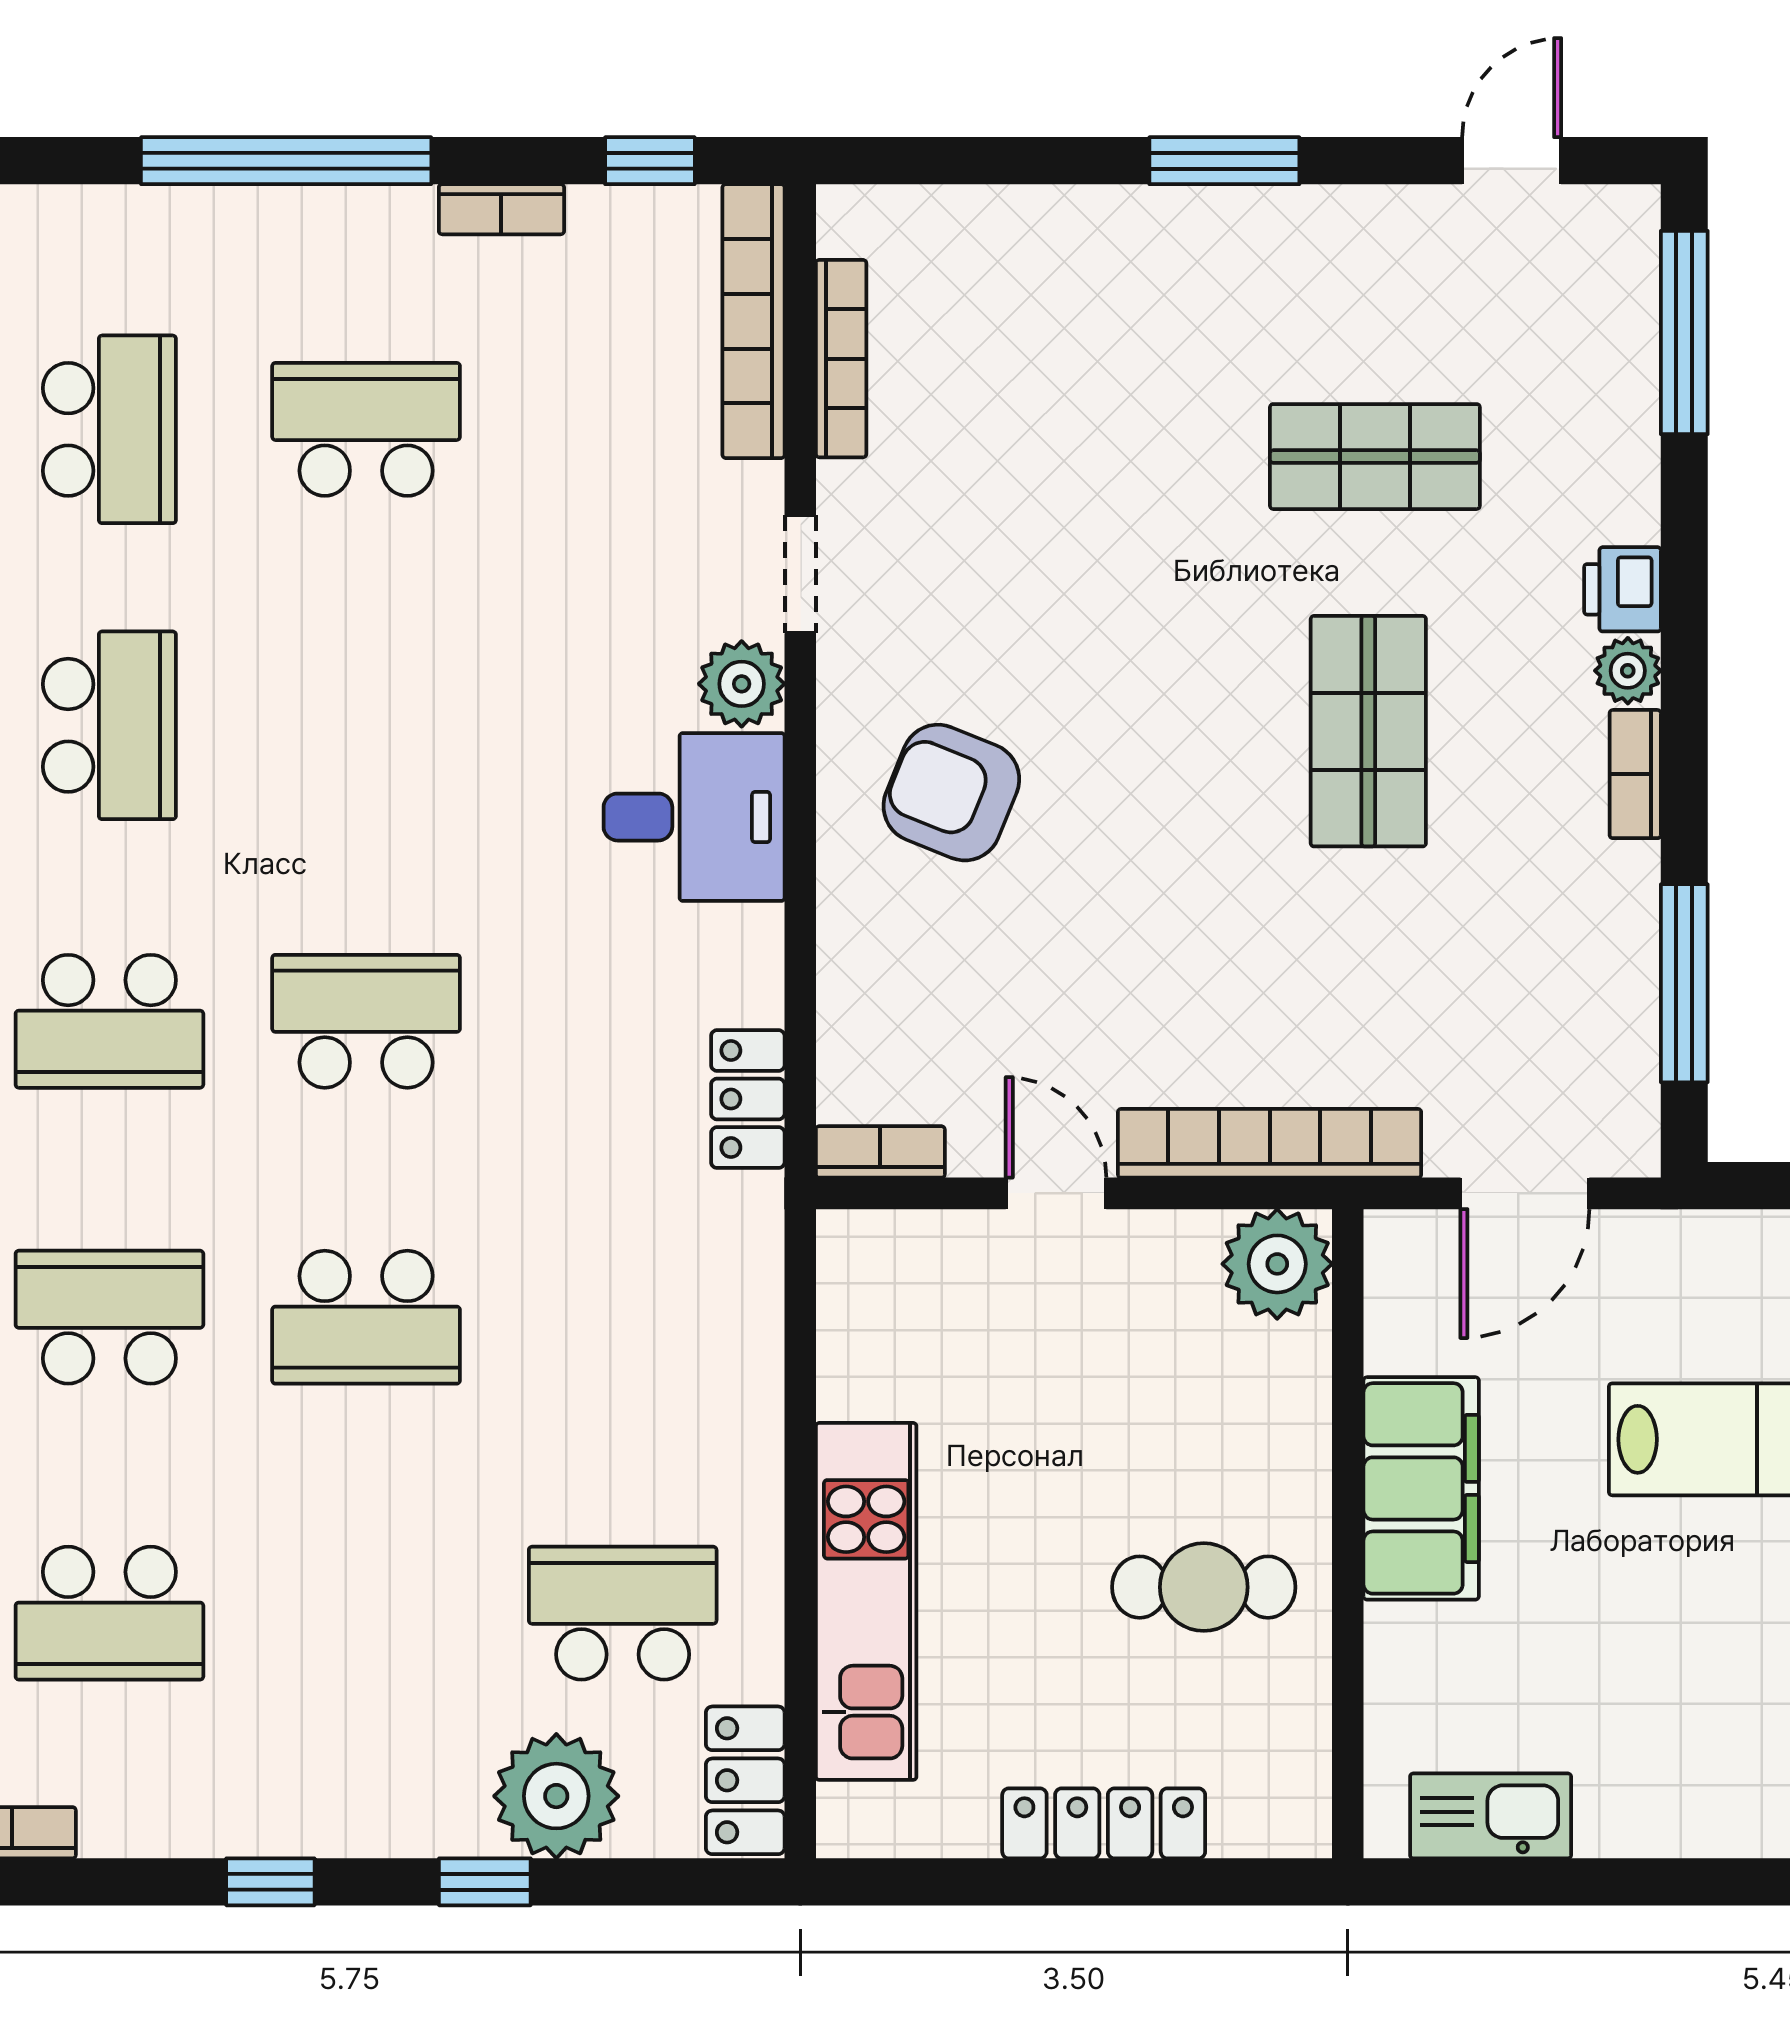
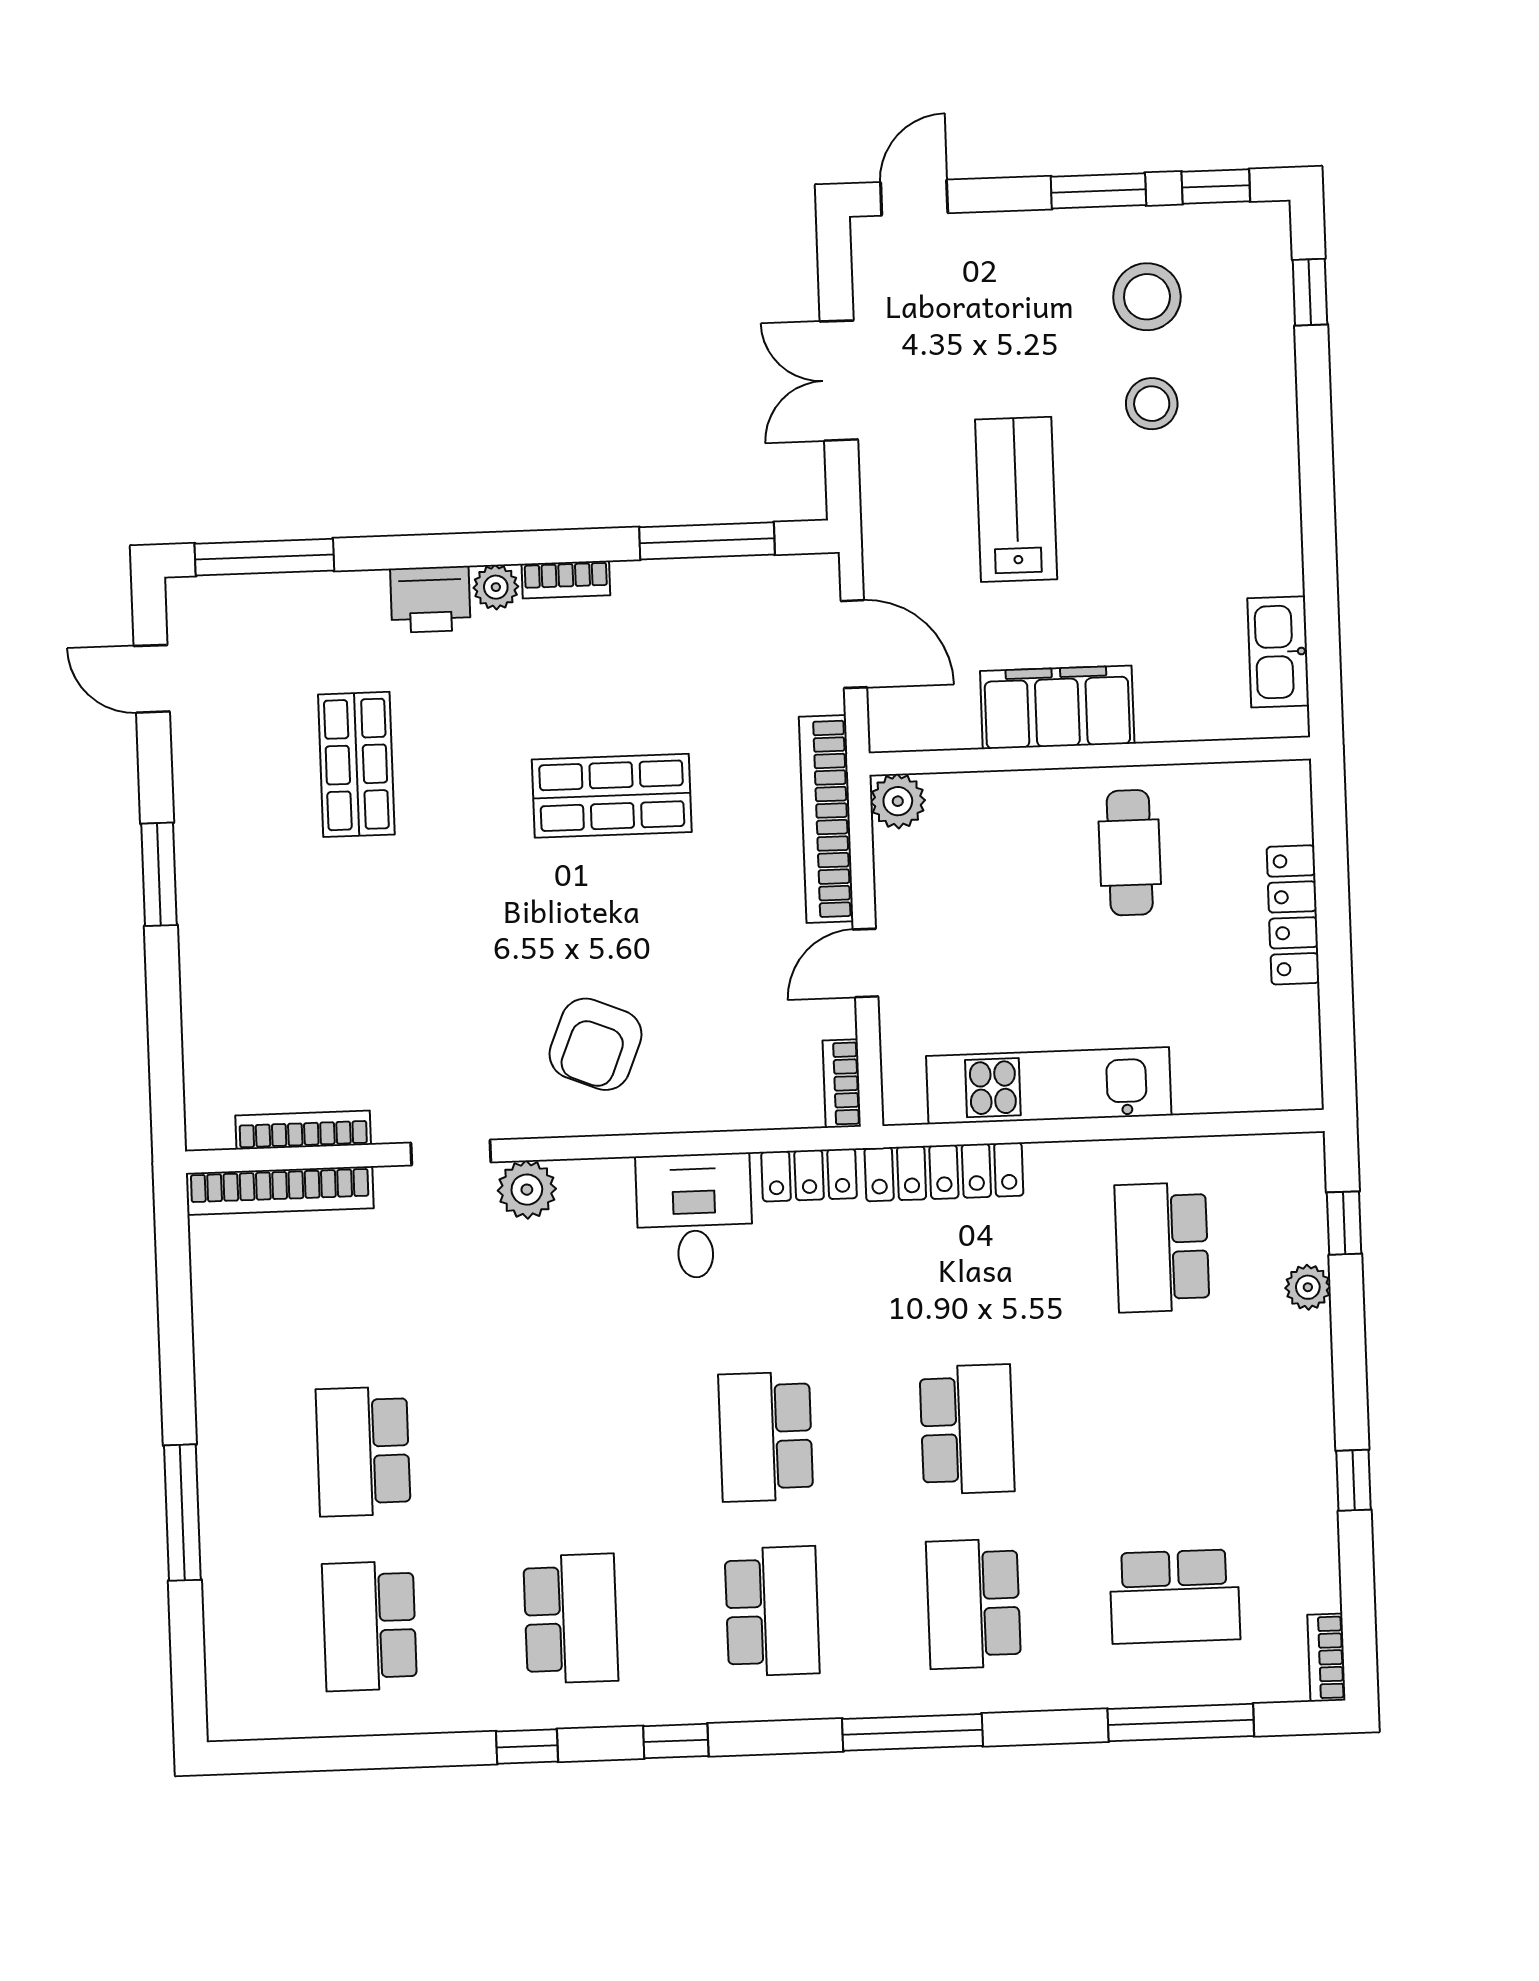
window: (286, 161) -> (182, 1513), width x0.68
window: (650, 161) -> (173, 1265), removed
bookcase: (501, 209) -> (210, 1365), removed
school desk: (109, 429) -> (369, 1626), turned -90
printer: (1622, 589) -> (430, 599), width x1.36, depth x1.24
school desk: (109, 725) -> (571, 1619), turned 90
shop shelf: (1368, 731) -> (612, 796), moved
desk: (694, 817) -> (694, 1216), moved
plant: (1277, 1264) -> (898, 801), width x0.73, depth x0.73
kitchen unit: (866, 1601) -> (1049, 1086), moved
school desk: (109, 1613) -> (1175, 1596), turned 90
locker: (745, 1780) -> (944, 1172), moved, width x1.53
plant: (556, 1796) -> (1308, 1287), width x0.53, depth x0.53
window: (485, 1882) -> (1344, 1223), moved

